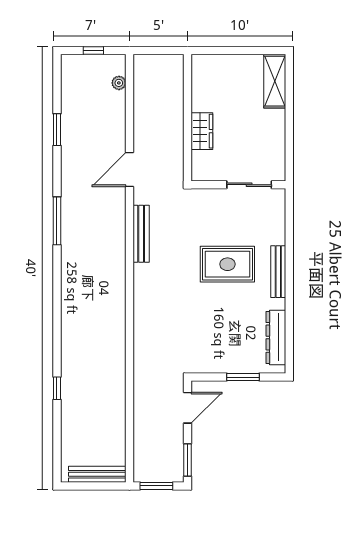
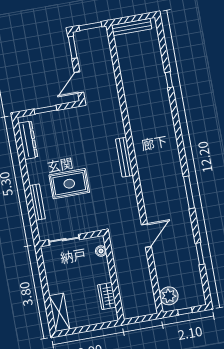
plant: (119, 83) -> (169, 296), width x1.88, depth x1.88
wardrobe: (202, 131) -> (107, 296), moved
boiler: (199, 159) -> (101, 251), added
bench: (141, 234) -> (124, 157), moved
bench: (278, 272) -> (37, 202), moved

